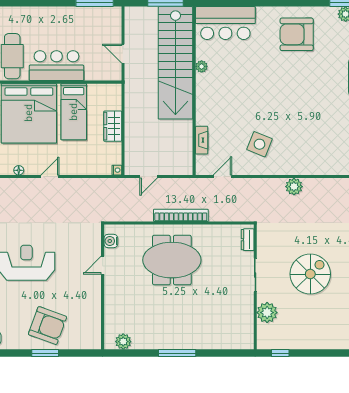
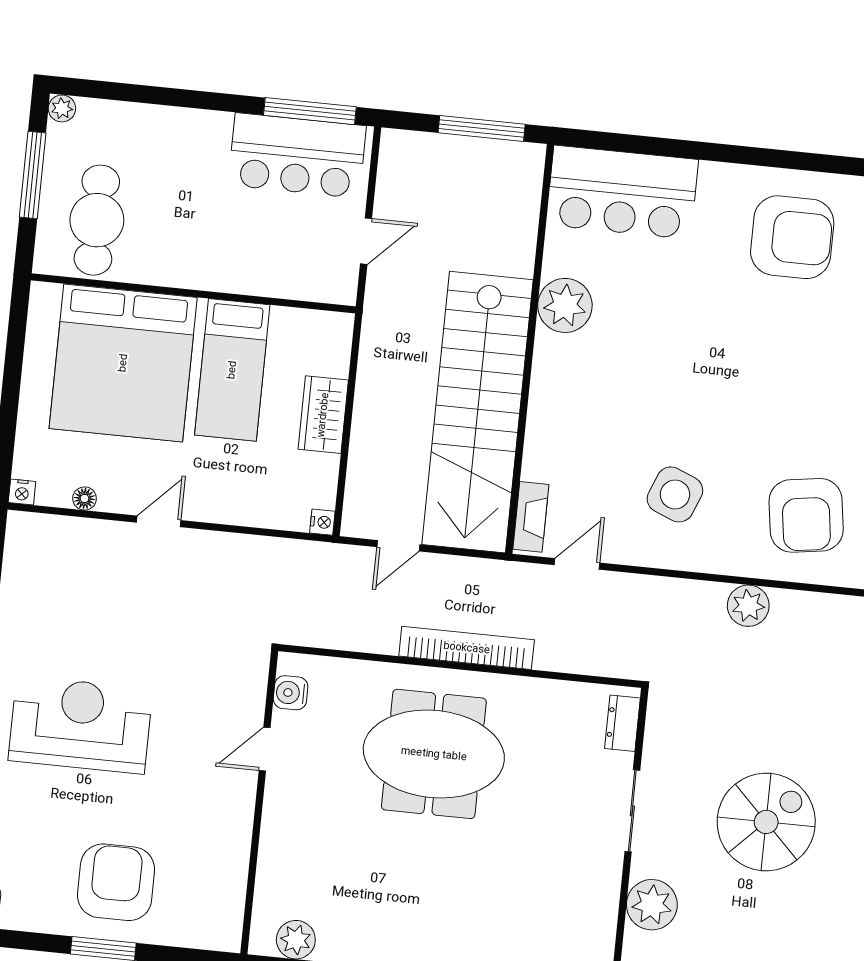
armchair: (297, 34) -> (792, 237), turned 180
door: (123, 54) -> (366, 241), swing flipped
stairs: (175, 63) -> (477, 412), moved
bar counter: (56, 66) -> (297, 155), moved, turned 180
plant: (202, 66) -> (565, 305), width x1.87, depth x1.87
fireplace: (202, 140) -> (531, 517), moved
armchair: (314, 147) -> (806, 515), added
armchair: (48, 326) -> (116, 882), turned -110

